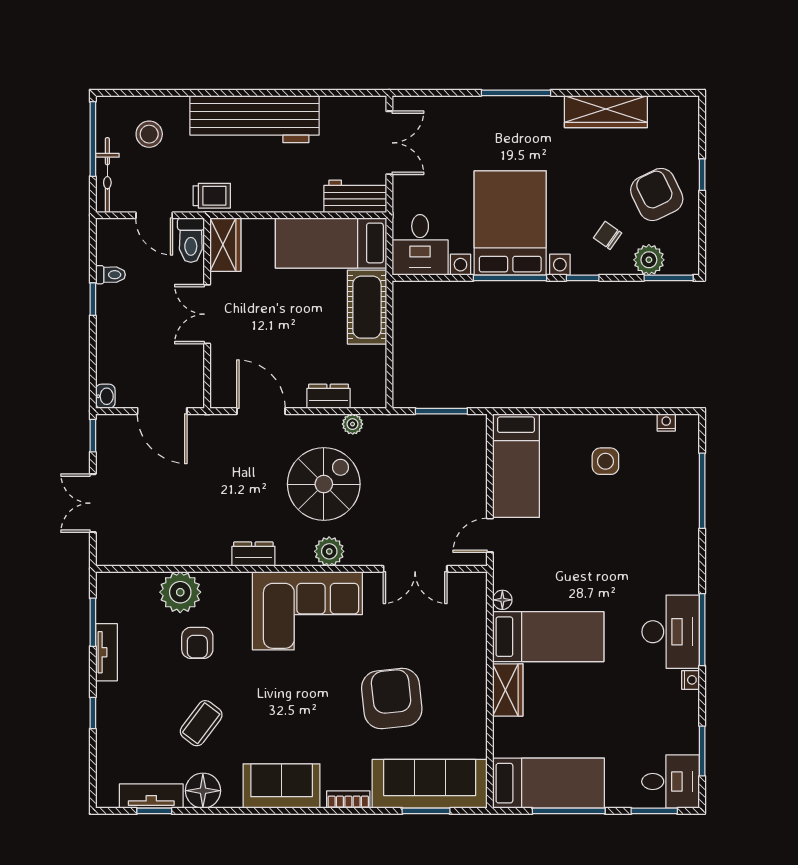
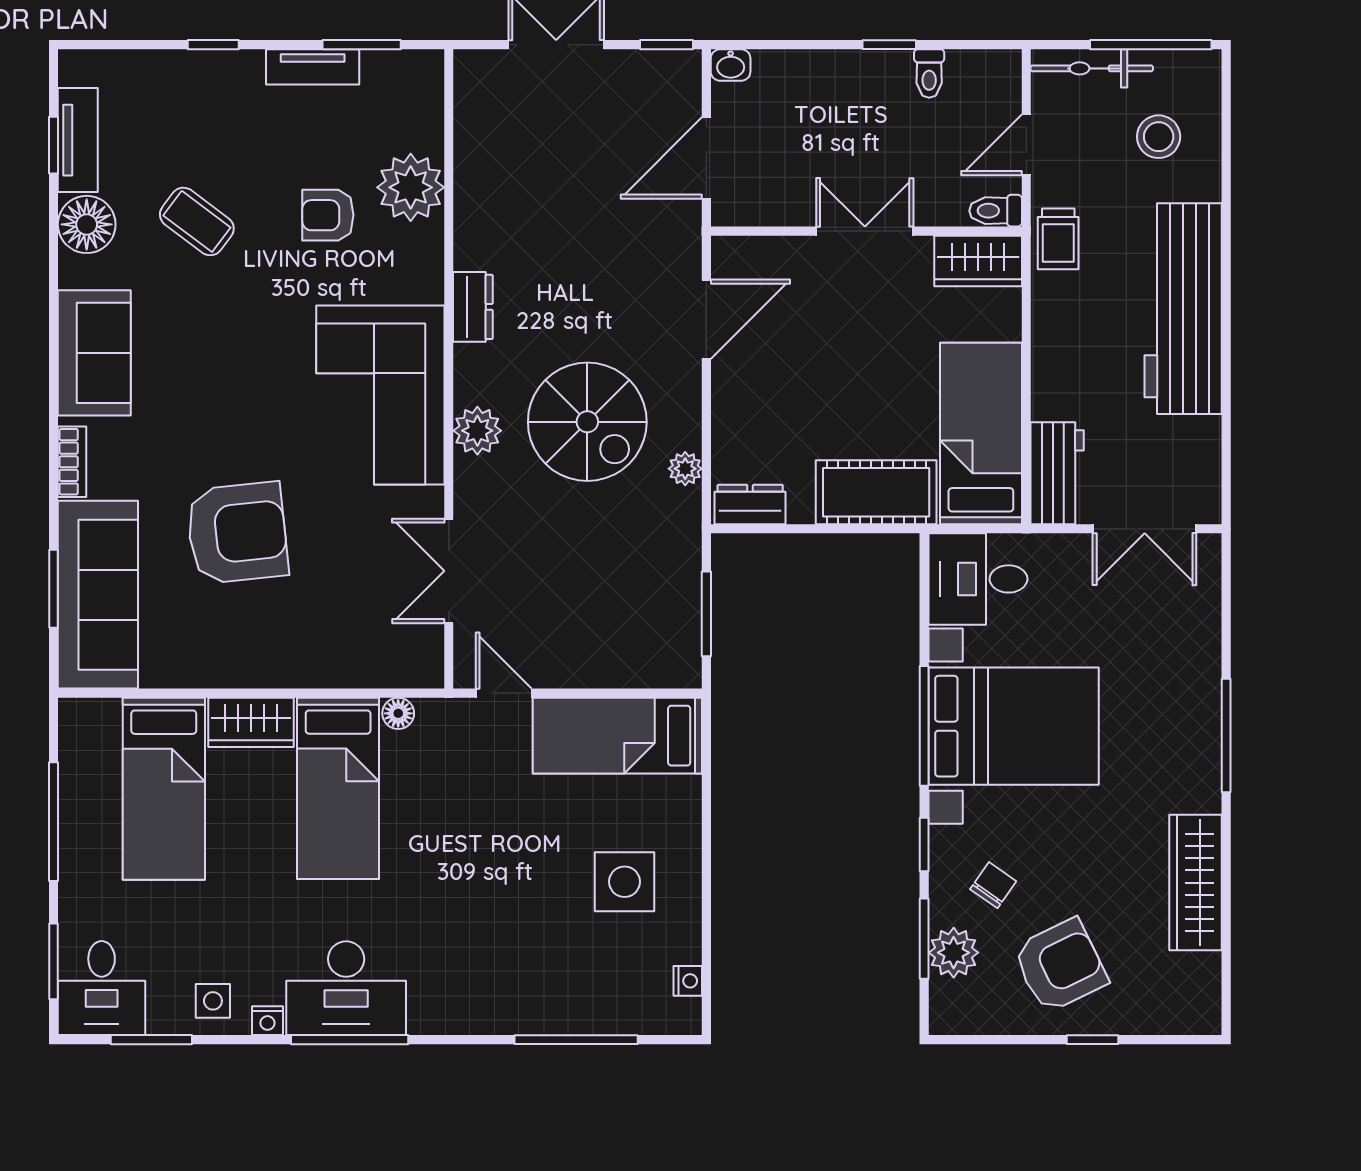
toilet: (191, 240) -> (996, 211), width x0.73, depth x0.72
window: (669, 278) -> (924, 939), moved
dresser: (329, 396) -> (750, 504), moved, turned -90
side table: (605, 461) -> (625, 882), width x1.37, depth x1.37
side table: (678, 713) -> (213, 1001), added
bed: (548, 783) -> (164, 789), moved

